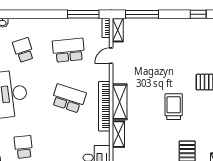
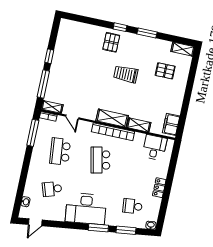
window: (198, 14) -> (49, 56), moved
school desk: (69, 99) -> (100, 160), turned -30

